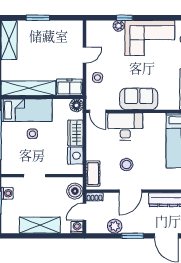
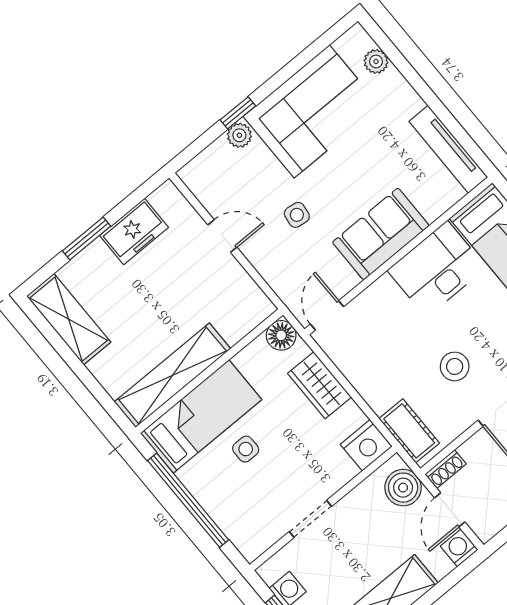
door: (84, 55) -> (222, 236), hinge flipped
side table: (97, 78) -> (297, 215), moved
freezer: (70, 87) -> (134, 231), moved, turned 180
door: (98, 111) -> (327, 315), swing flipped
desk: (125, 127) -> (437, 269), moved
nightstand: (75, 156) -> (366, 445), moved, turned 90

